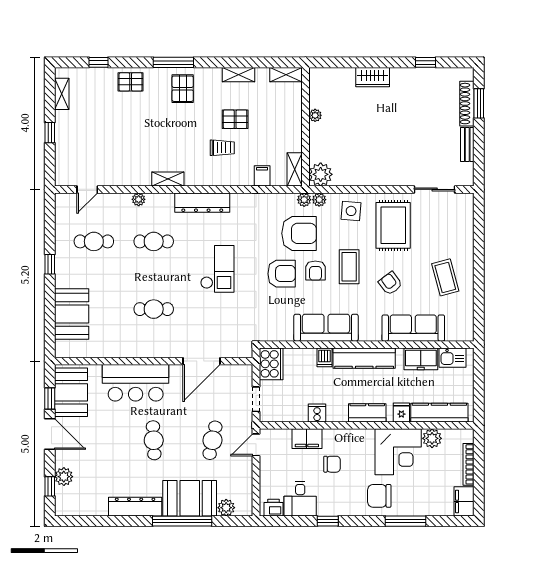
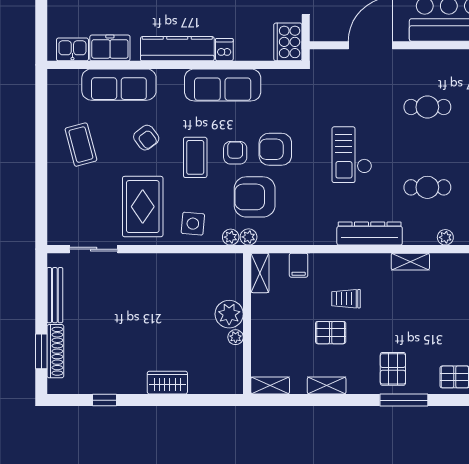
bench: (467, 144) -> (55, 295), width x1.36
plant: (321, 174) -> (229, 314), moved

